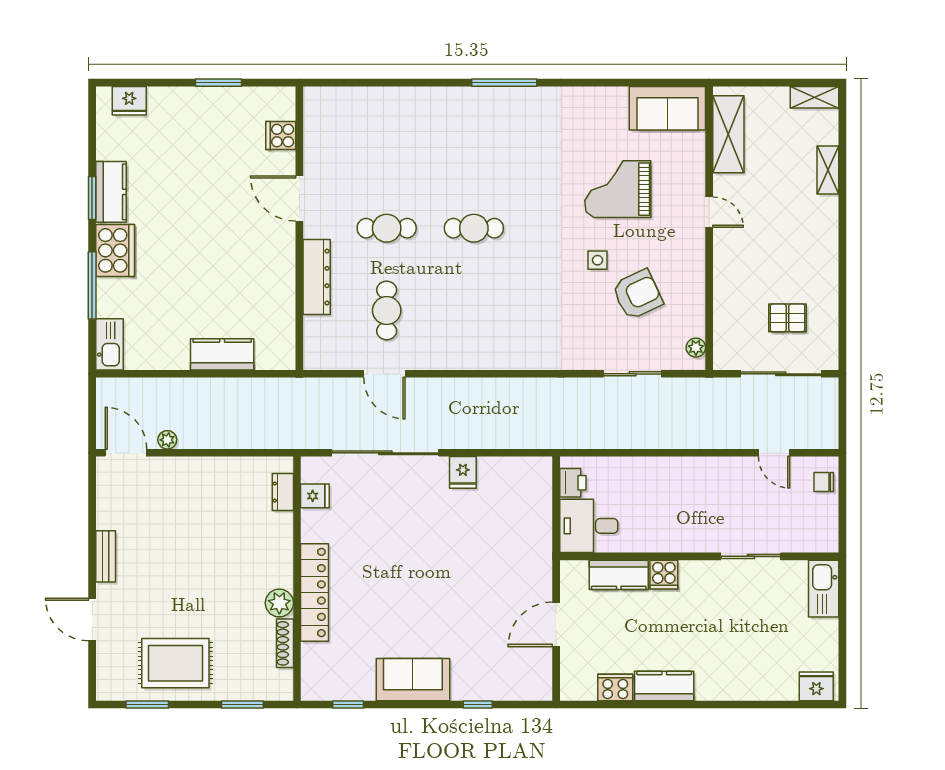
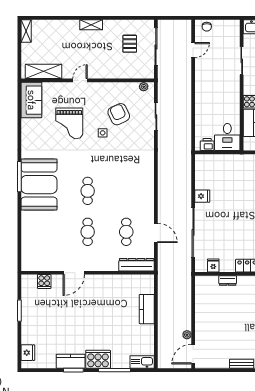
booth: (487, 125) -> (39, 185), added
shelving: (828, 170) -> (91, 25), moved
dresser: (317, 277) -> (137, 265), moved
cafe table: (387, 311) -> (126, 232), turned 90
door: (384, 374) -> (156, 233), hinge flipped
dresser: (283, 492) -> (228, 281), moved

